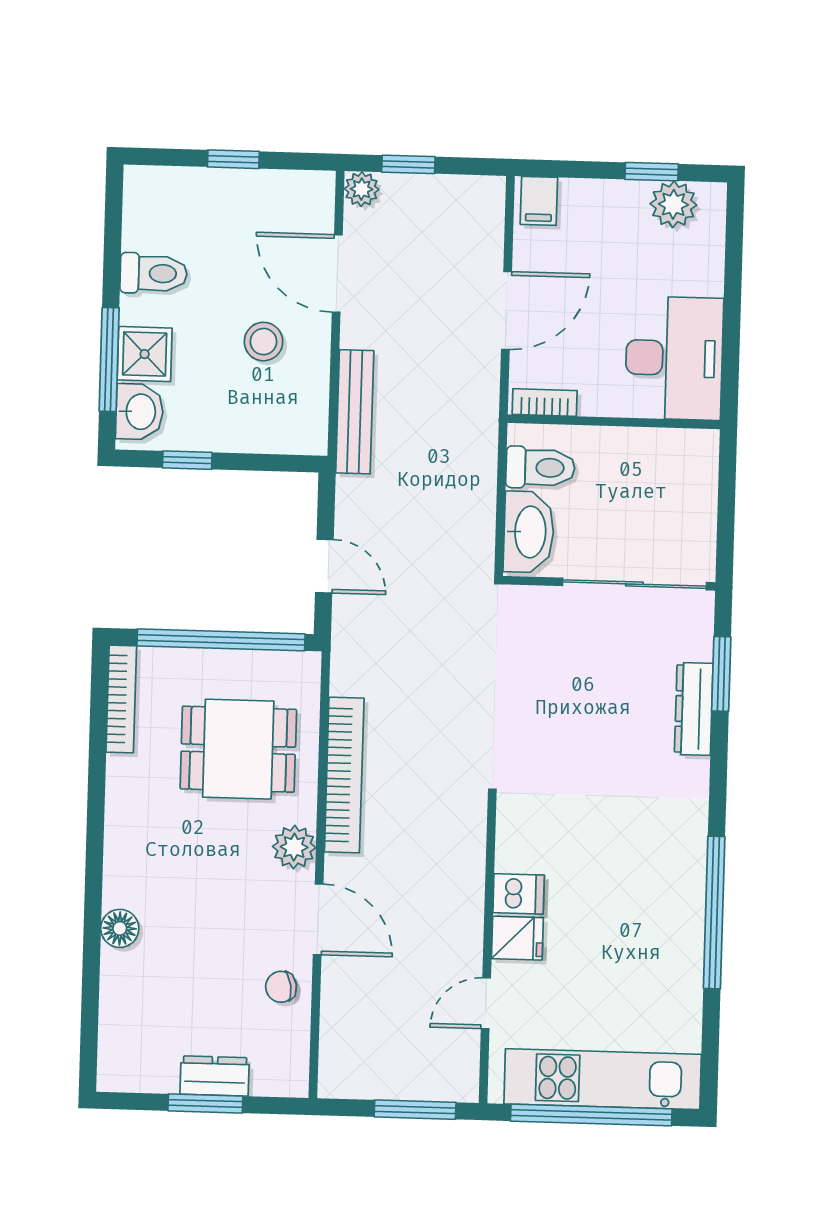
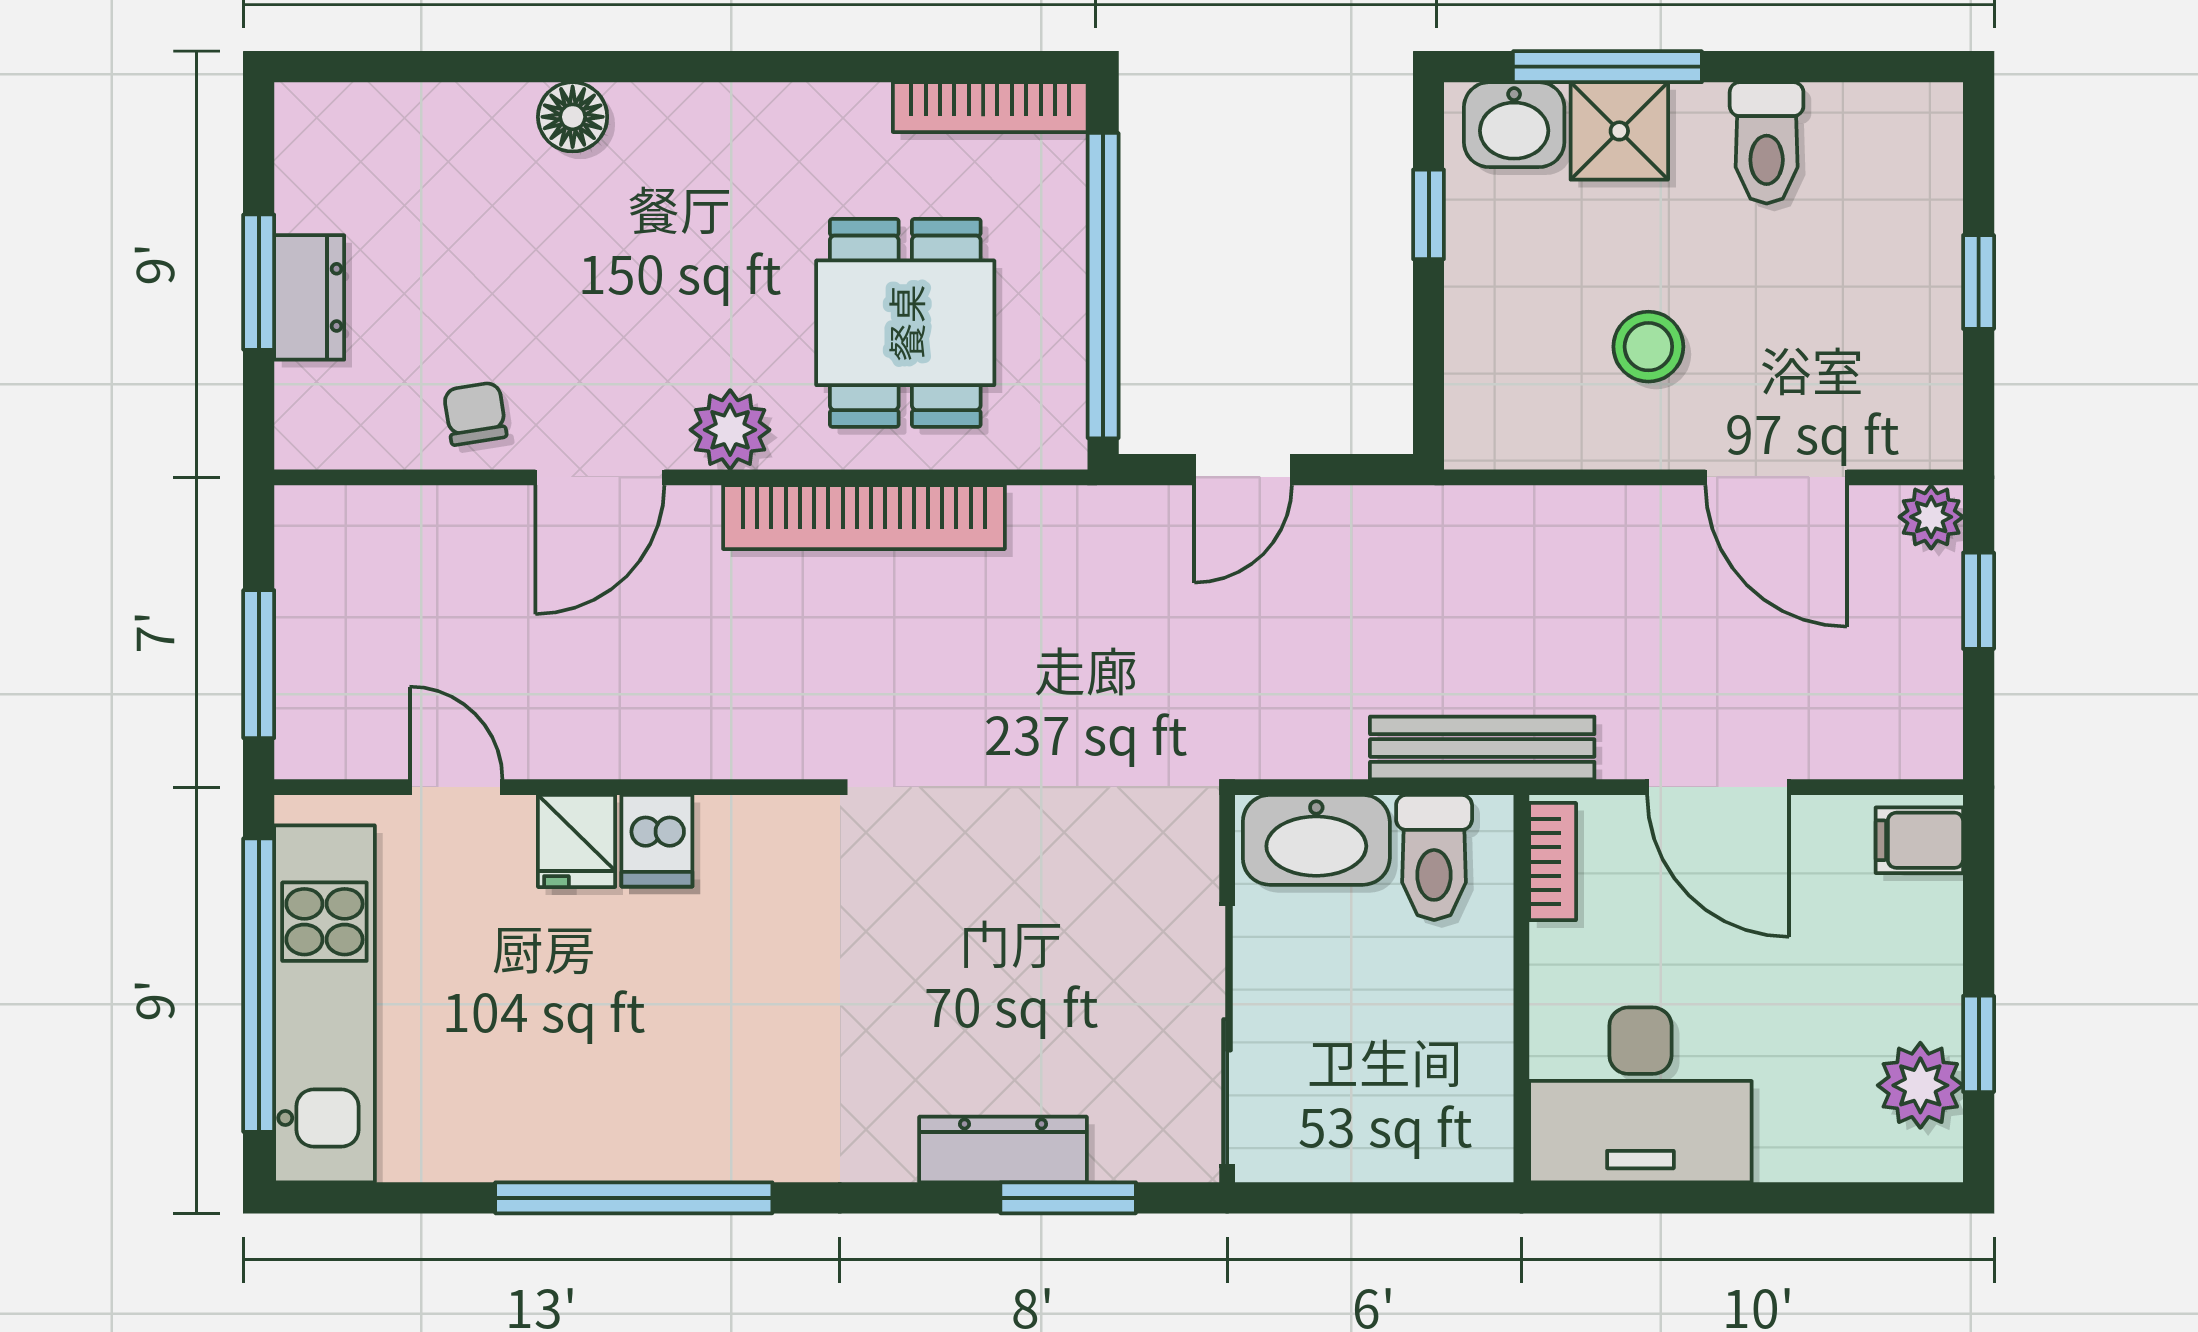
door: (337, 273) -> (1776, 477), swing flipped
bench: (355, 412) -> (1482, 748), moved

